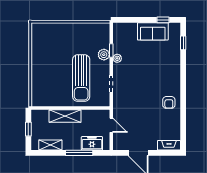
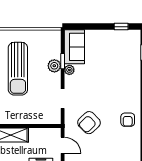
sofa: (153, 31) -> (74, 47), moved, turned -90
sun lounger: (81, 78) -> (18, 69), moved
armchair: (135, 105) -> (89, 123), added

